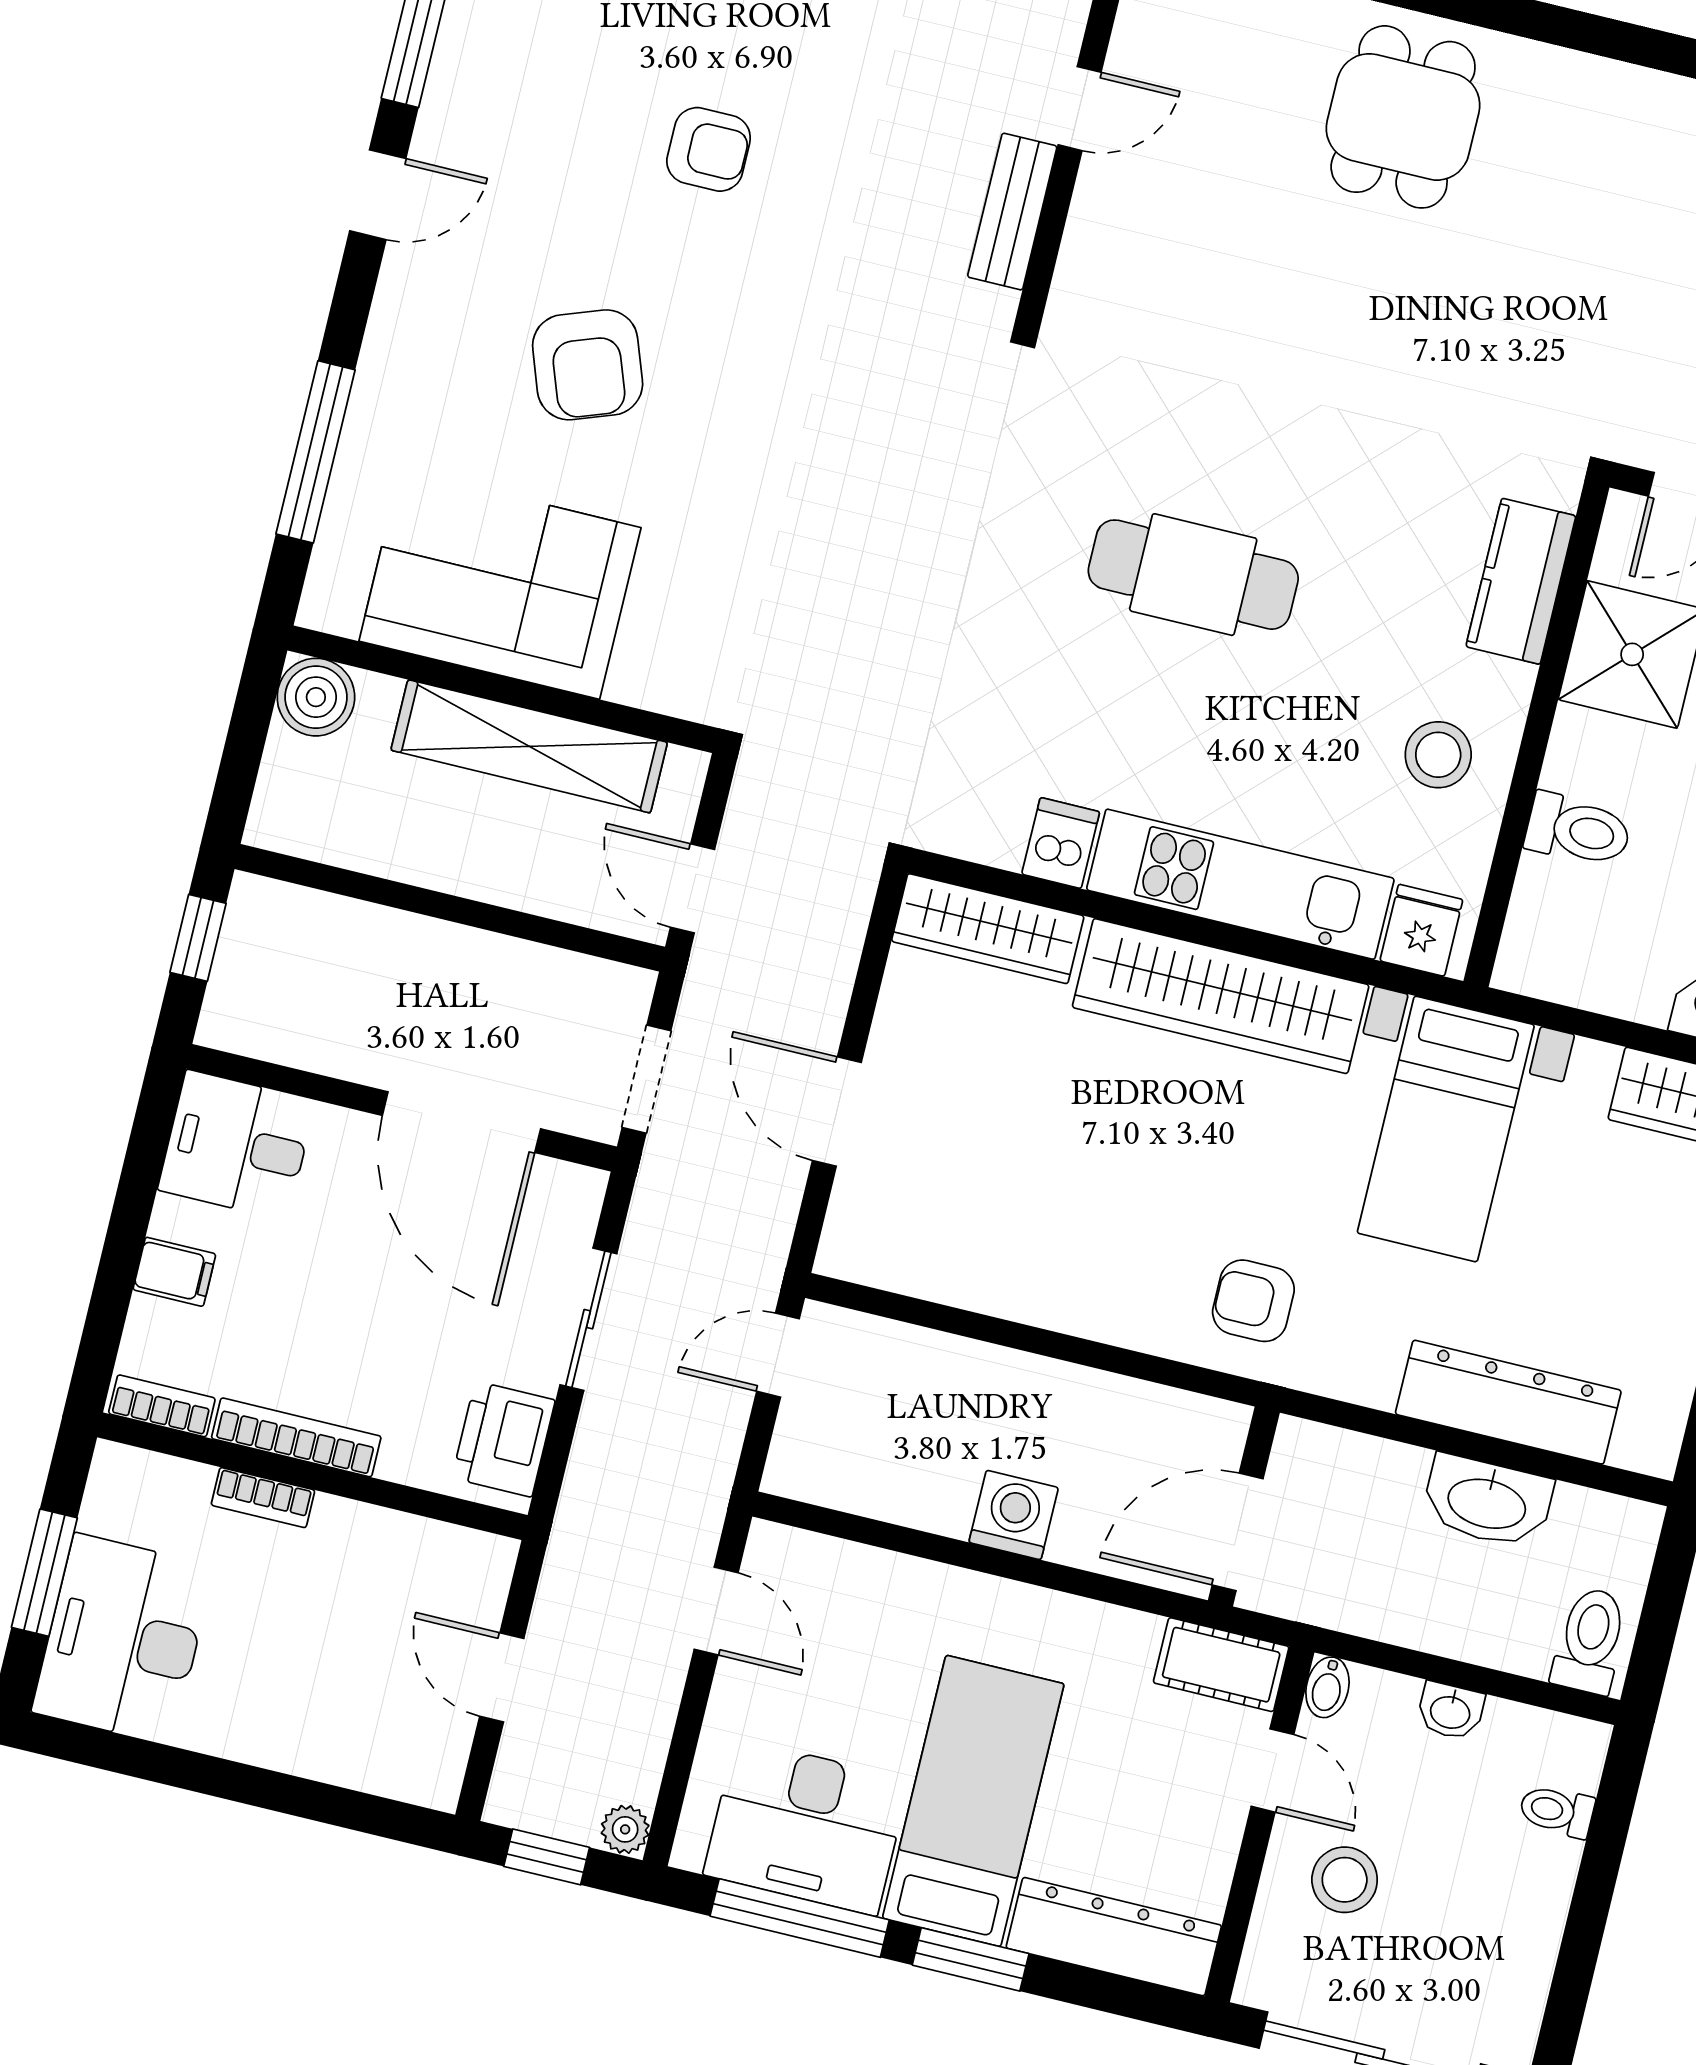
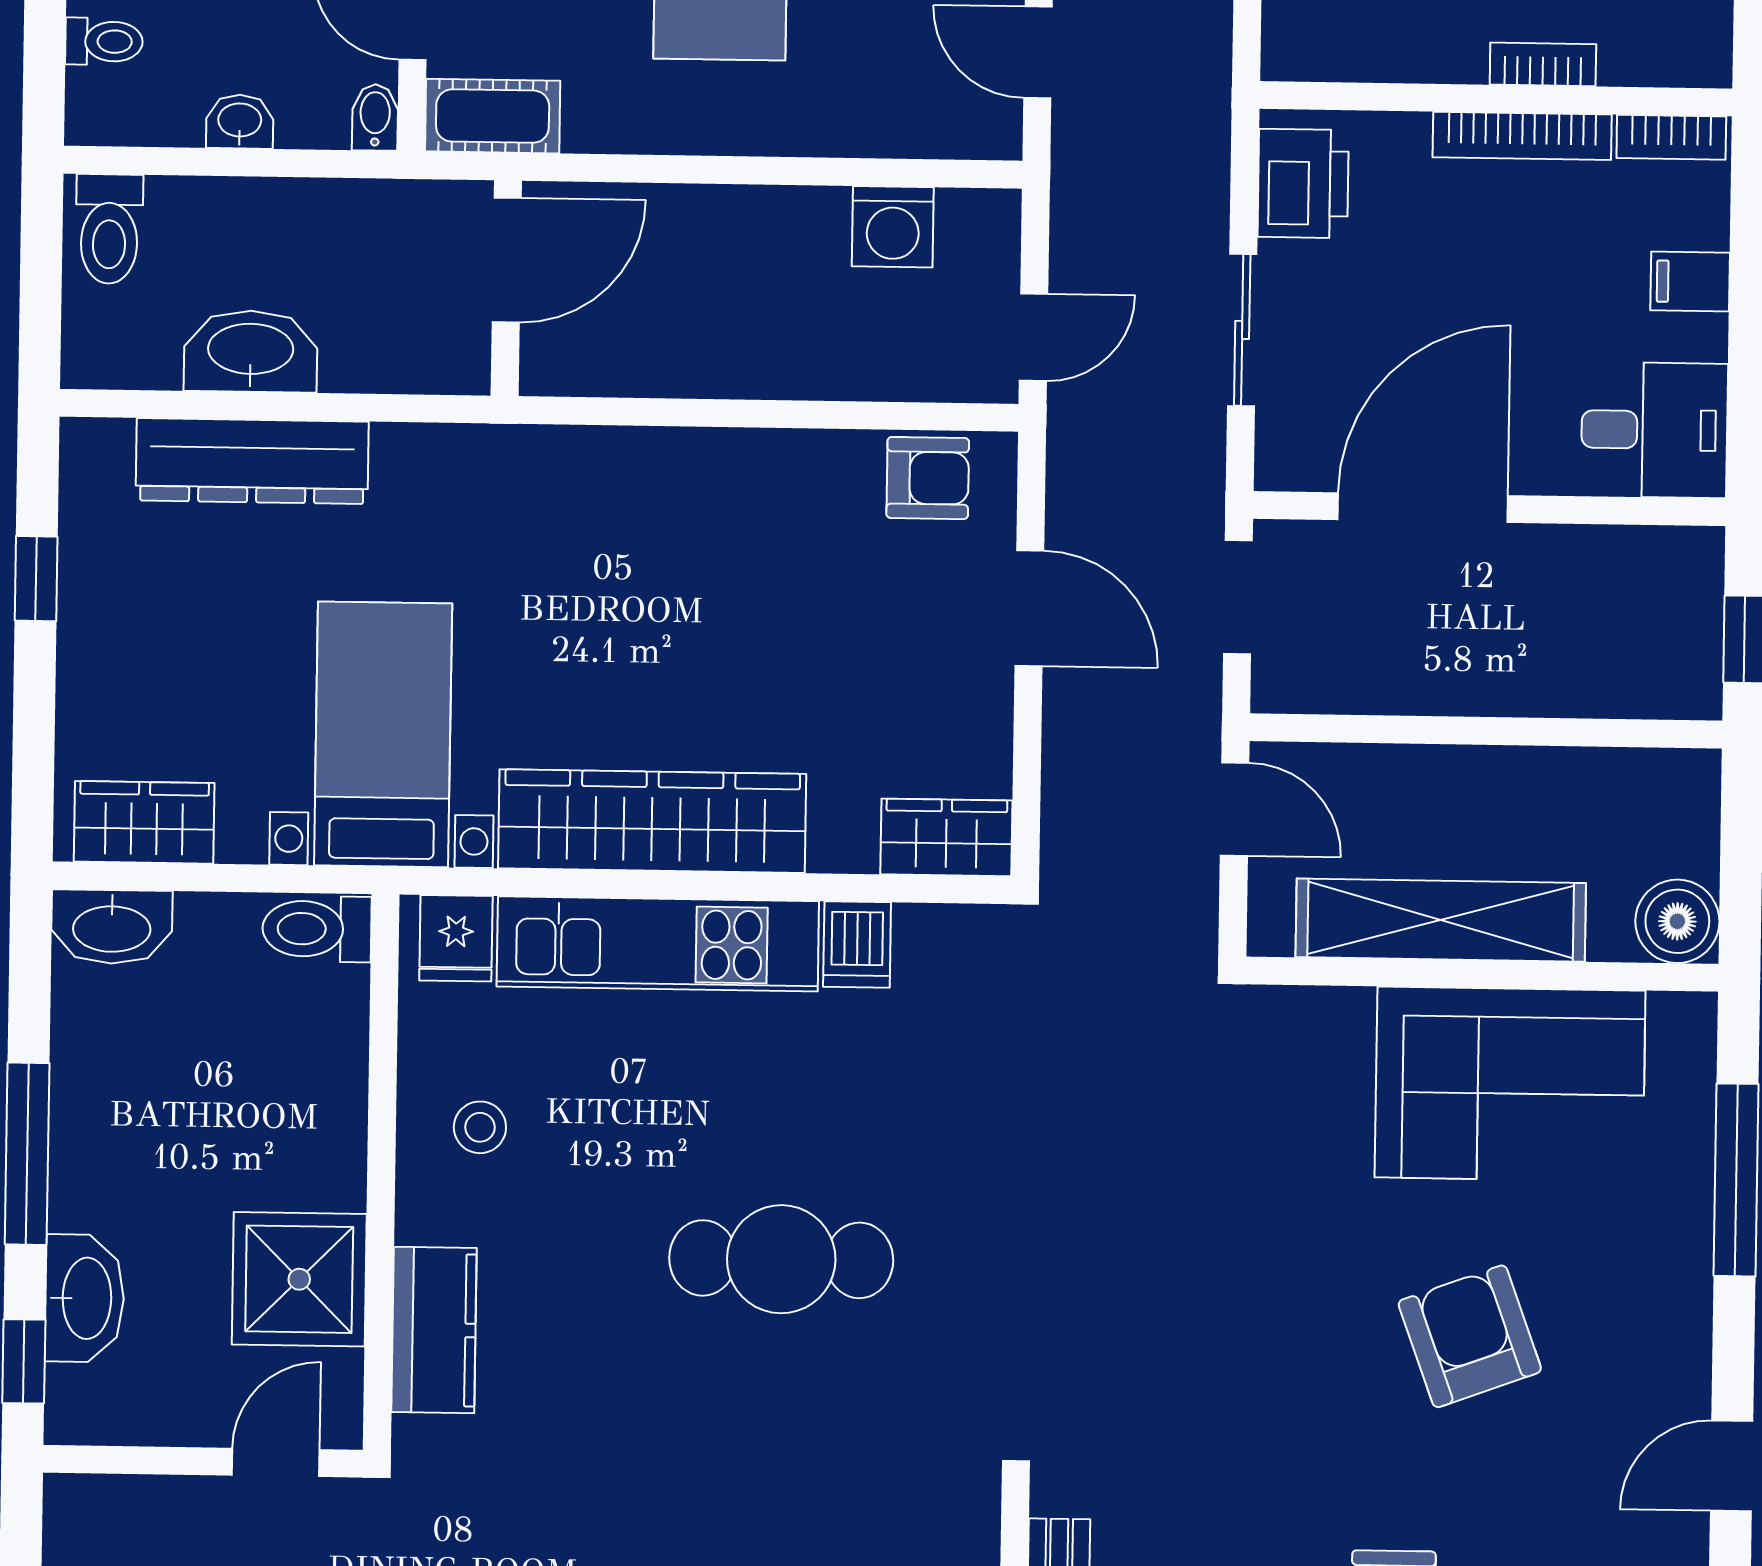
stool: (1438, 755) -> (480, 1127), width x0.73, depth x0.73
toilet: (1578, 830) -> (317, 929), moved
wardrobe: (988, 929) -> (946, 837), width x0.67
door: (461, 1122) -> (1423, 508), hinge flipped
armchair: (1253, 1301) -> (928, 478), moved
washing machine: (1014, 1515) -> (893, 227), moved

